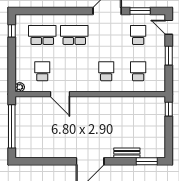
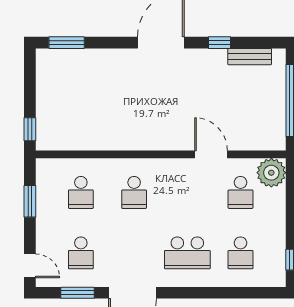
school desk: (42, 35) -> (241, 253), width x0.54
window: (169, 56) -> (30, 201), moved
plant: (20, 87) -> (271, 173), width x1.88, depth x1.88
bench: (127, 153) -> (250, 57), moved
window: (55, 161) -> (220, 43), added

